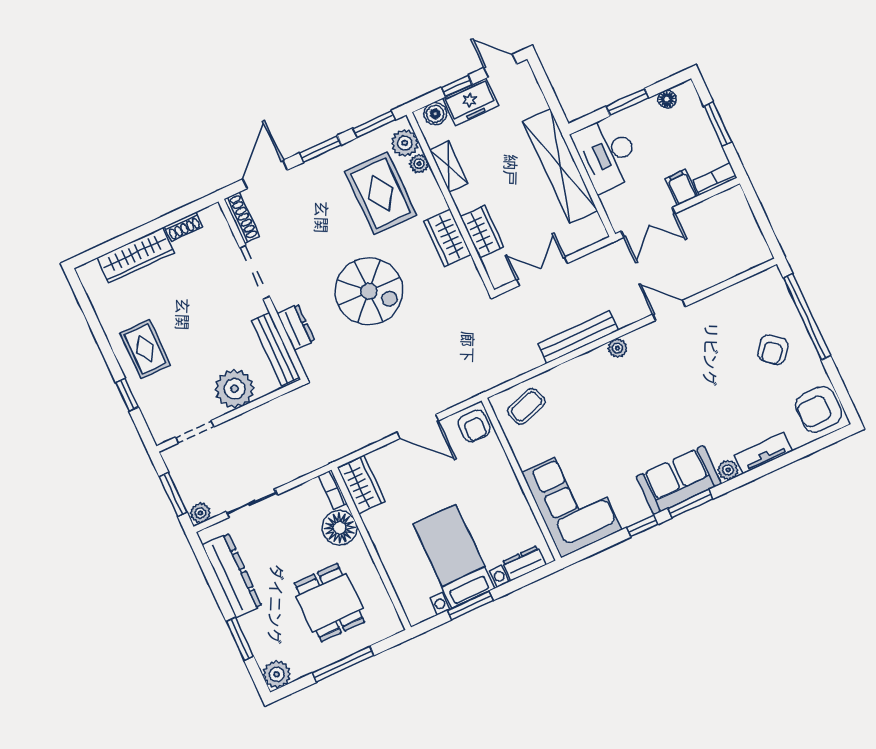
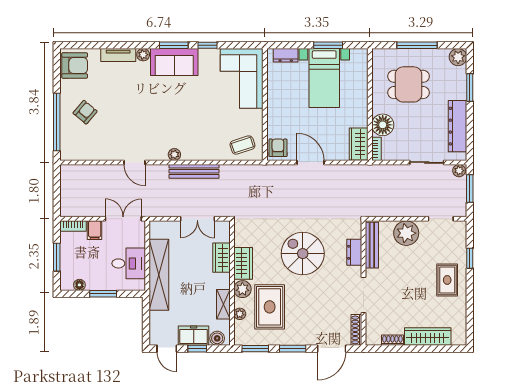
plant: (405, 143) -> (242, 289), moved
desk: (607, 154) -> (129, 263), width x0.73
dining table: (329, 603) -> (409, 84), turned 90

